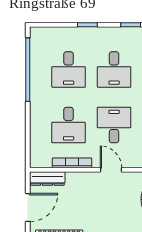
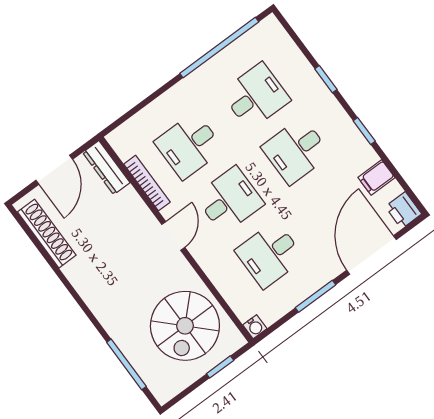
desk: (69, 69) -> (256, 96), turned 180
door: (28, 208) -> (54, 170), hinge flipped

